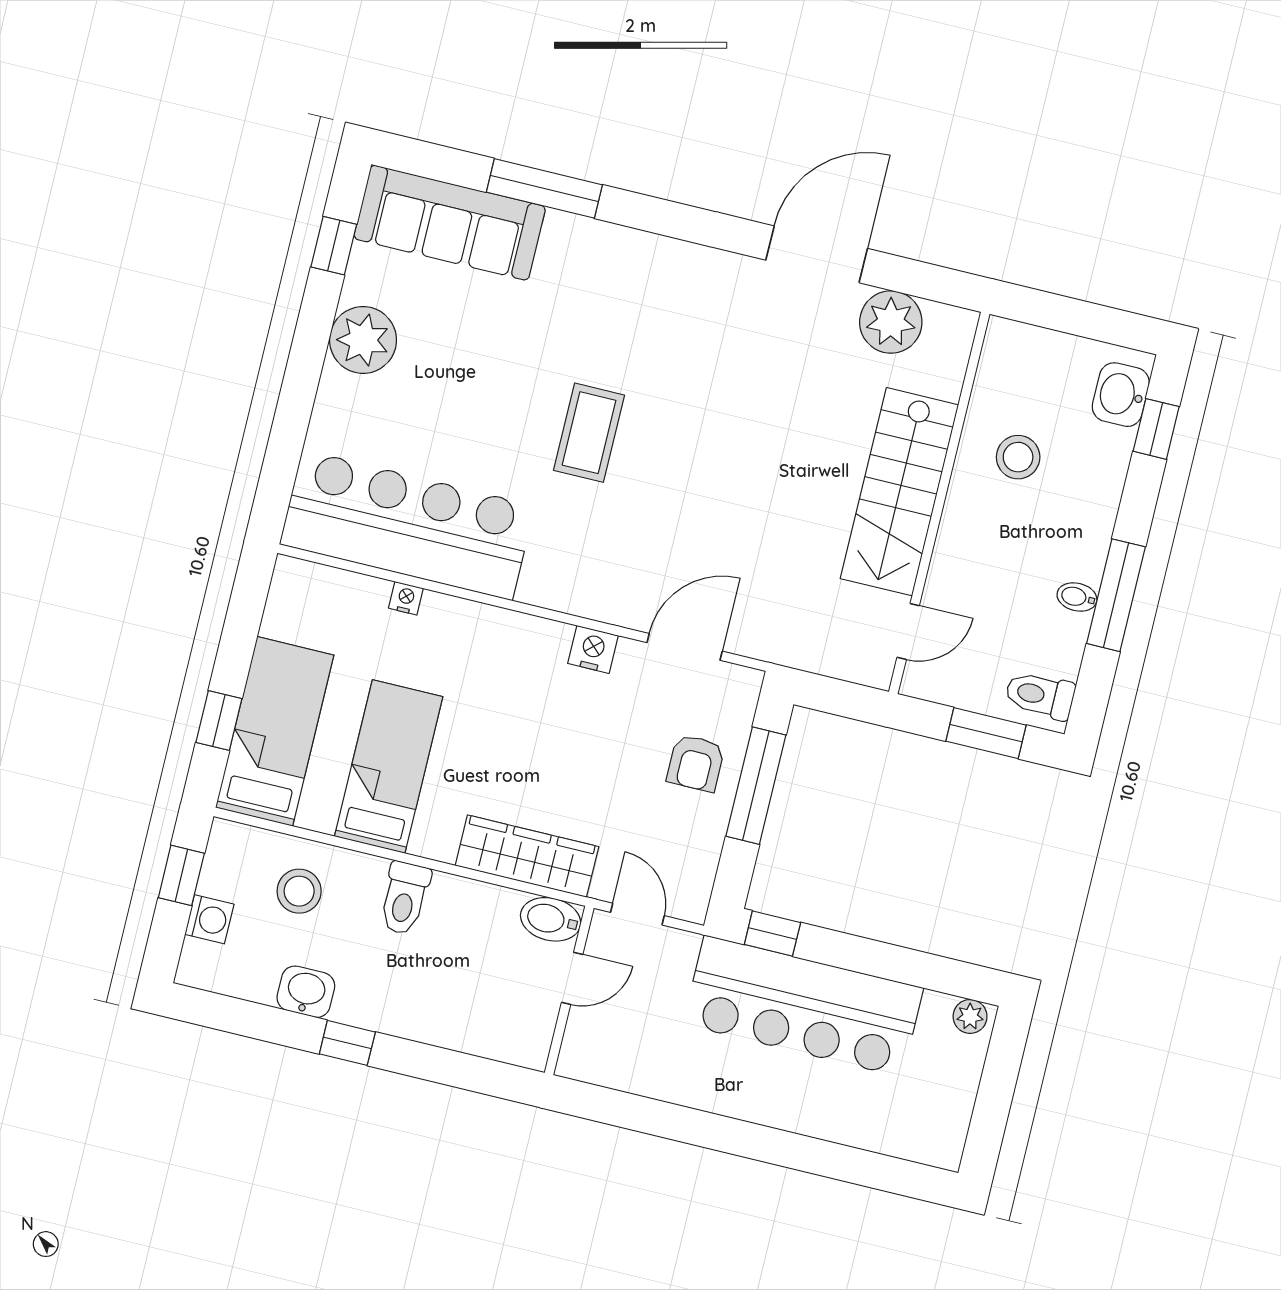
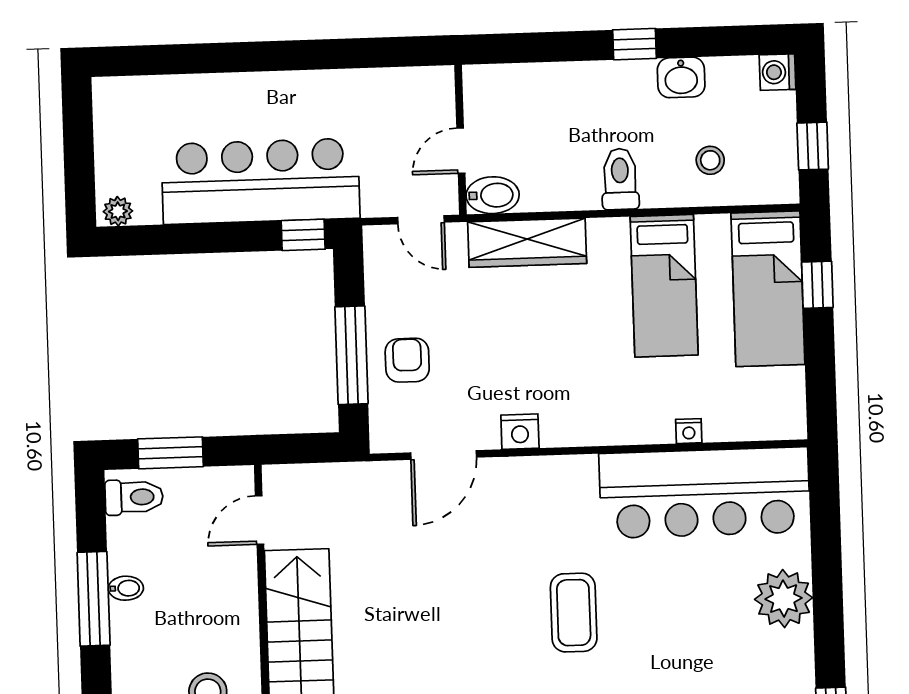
plant: (363, 340) -> (784, 599), moved
stool: (299, 891) -> (710, 160), width x0.73, depth x0.73
washing machine: (209, 919) -> (778, 72), moved

